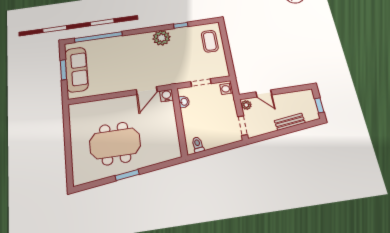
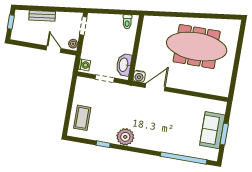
sofa: (76, 70) -> (212, 130), width x0.73
washbasin: (184, 102) -> (124, 65), width x1.91, depth x1.45
meeting table: (115, 143) -> (197, 47), width x1.36
window: (127, 175) -> (194, 15), removed

